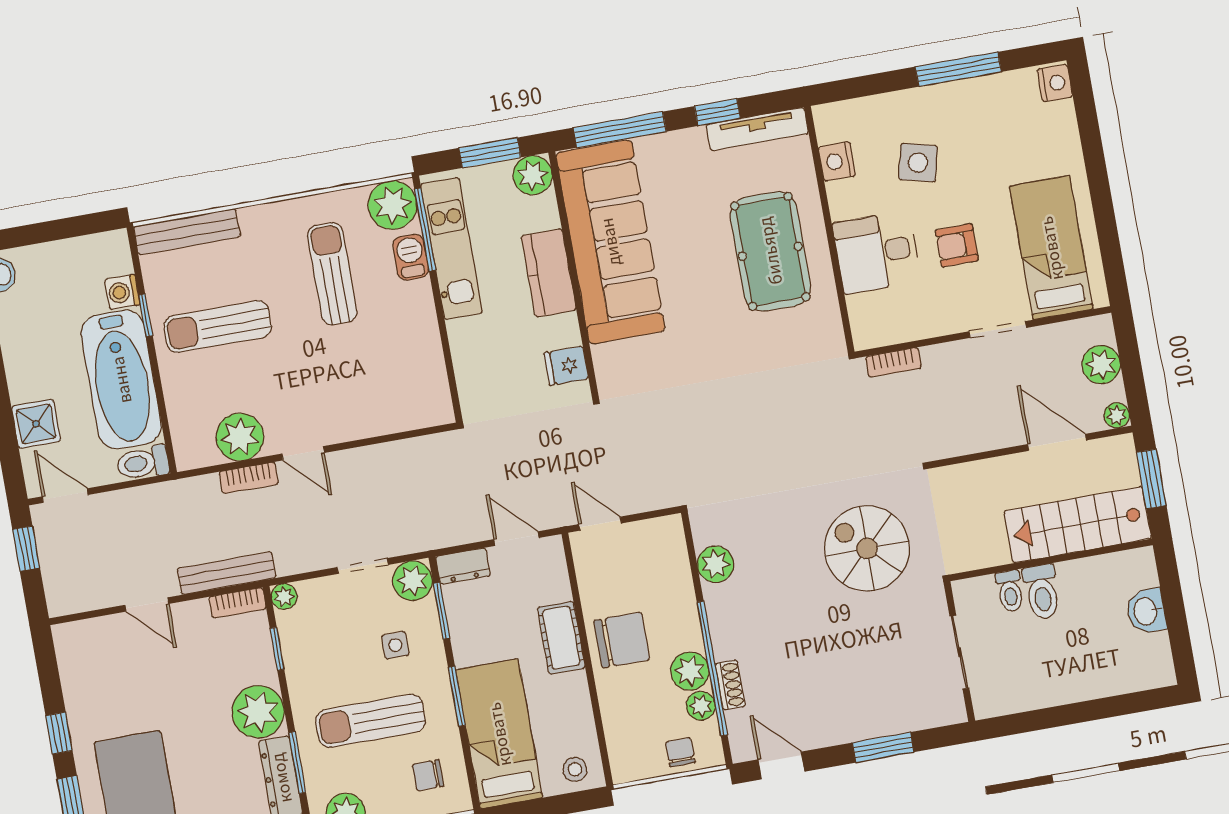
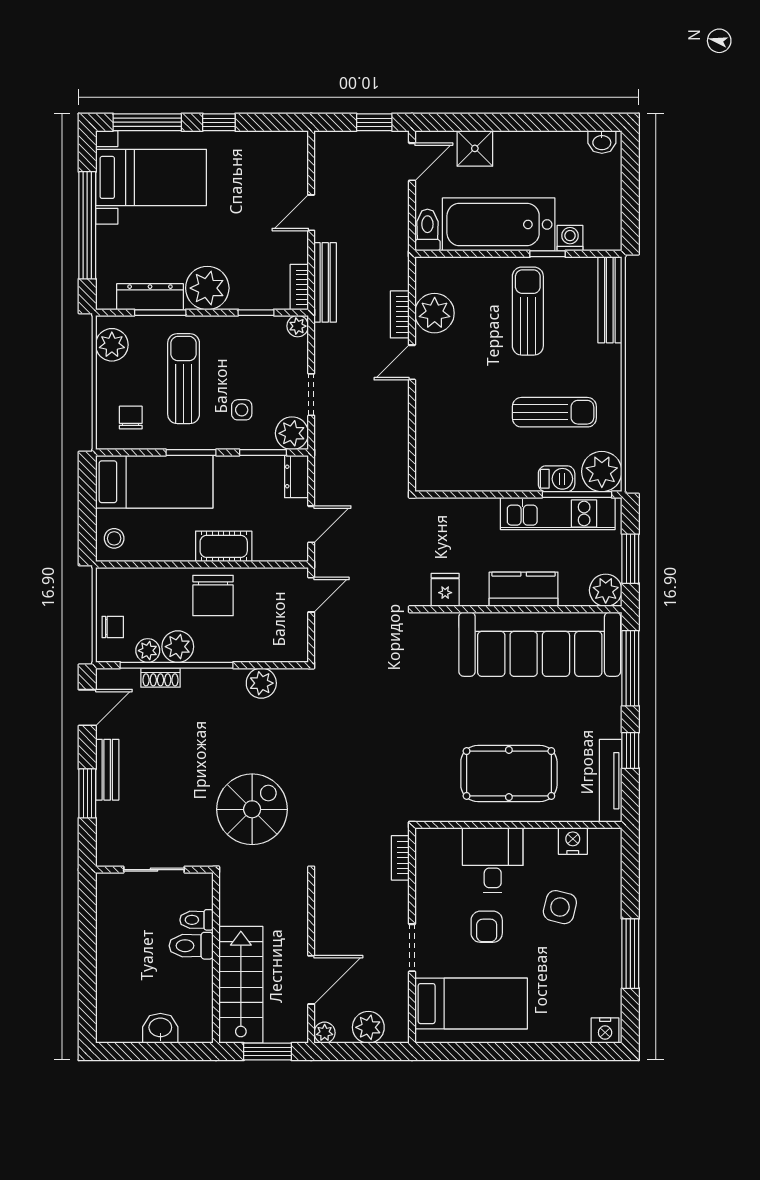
armchair: (957, 245) -> (487, 927), turned 180
bench: (851, 729) -> (107, 770), added

